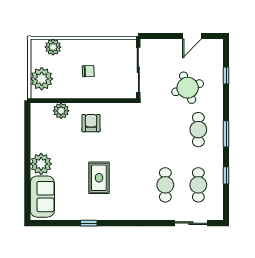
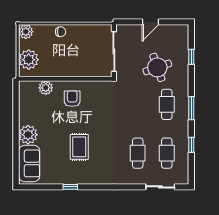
door: (192, 36) -> (150, 22), moved
plant: (53, 47) -> (26, 32), moved
chair: (88, 71) -> (61, 32), moved

